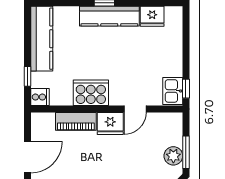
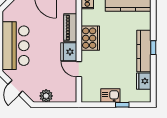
window: (186, 89) -> (122, 105), moved
kitchen sink: (173, 91) -> (110, 95), moved
window: (186, 152) -> (49, 105), removed

